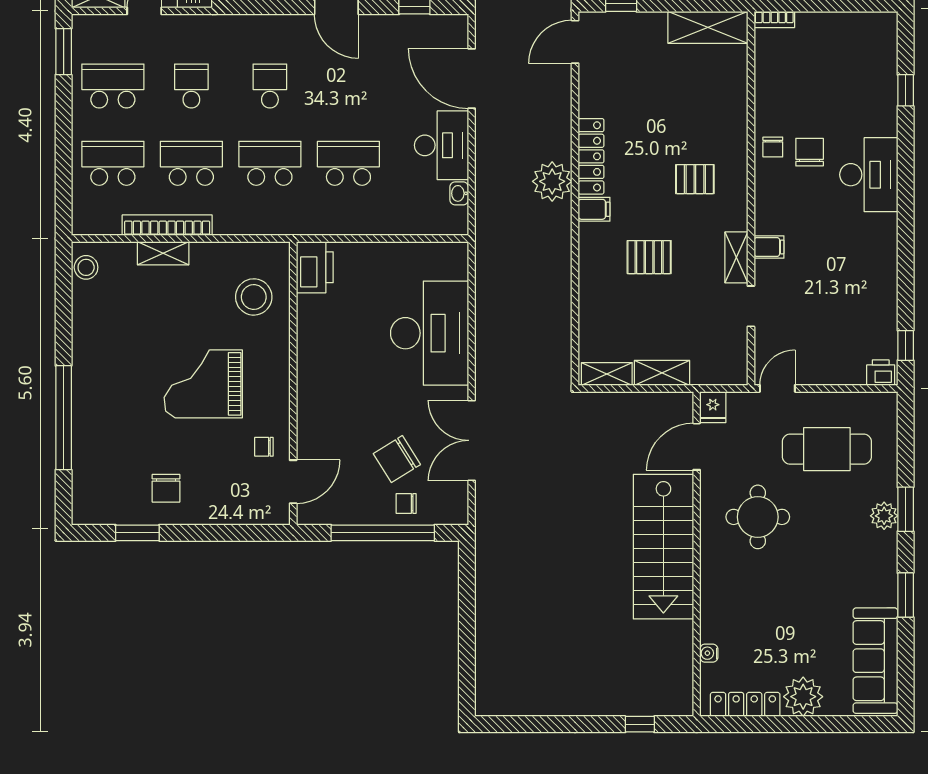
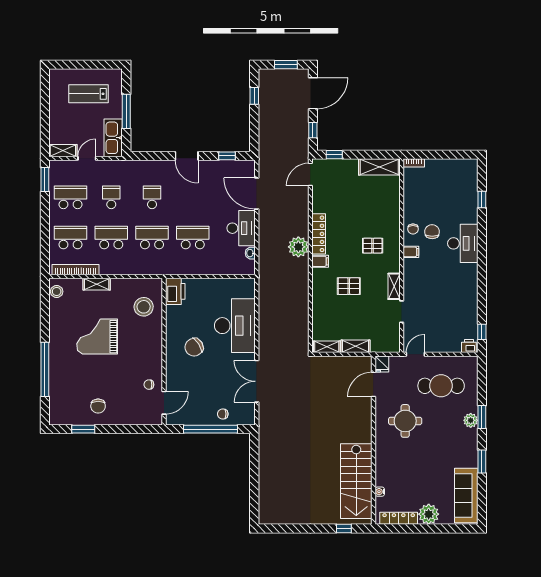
bookcase: (167, 225) -> (75, 270), moved
filing cabinet: (769, 247) -> (411, 252), moved
grand piano: (203, 384) -> (97, 337), moved
chair: (397, 459) -> (194, 347), moved
stairs: (663, 547) -> (356, 481), moved

